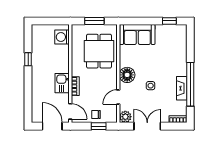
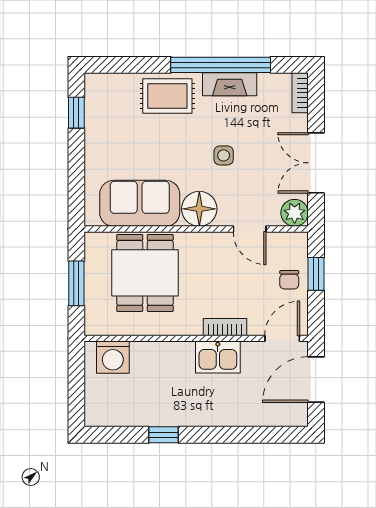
sofa: (137, 35) -> (140, 203), moved, turned -90
dining table: (99, 51) -> (145, 273), turned 90
rug: (177, 61) -> (167, 96), added

